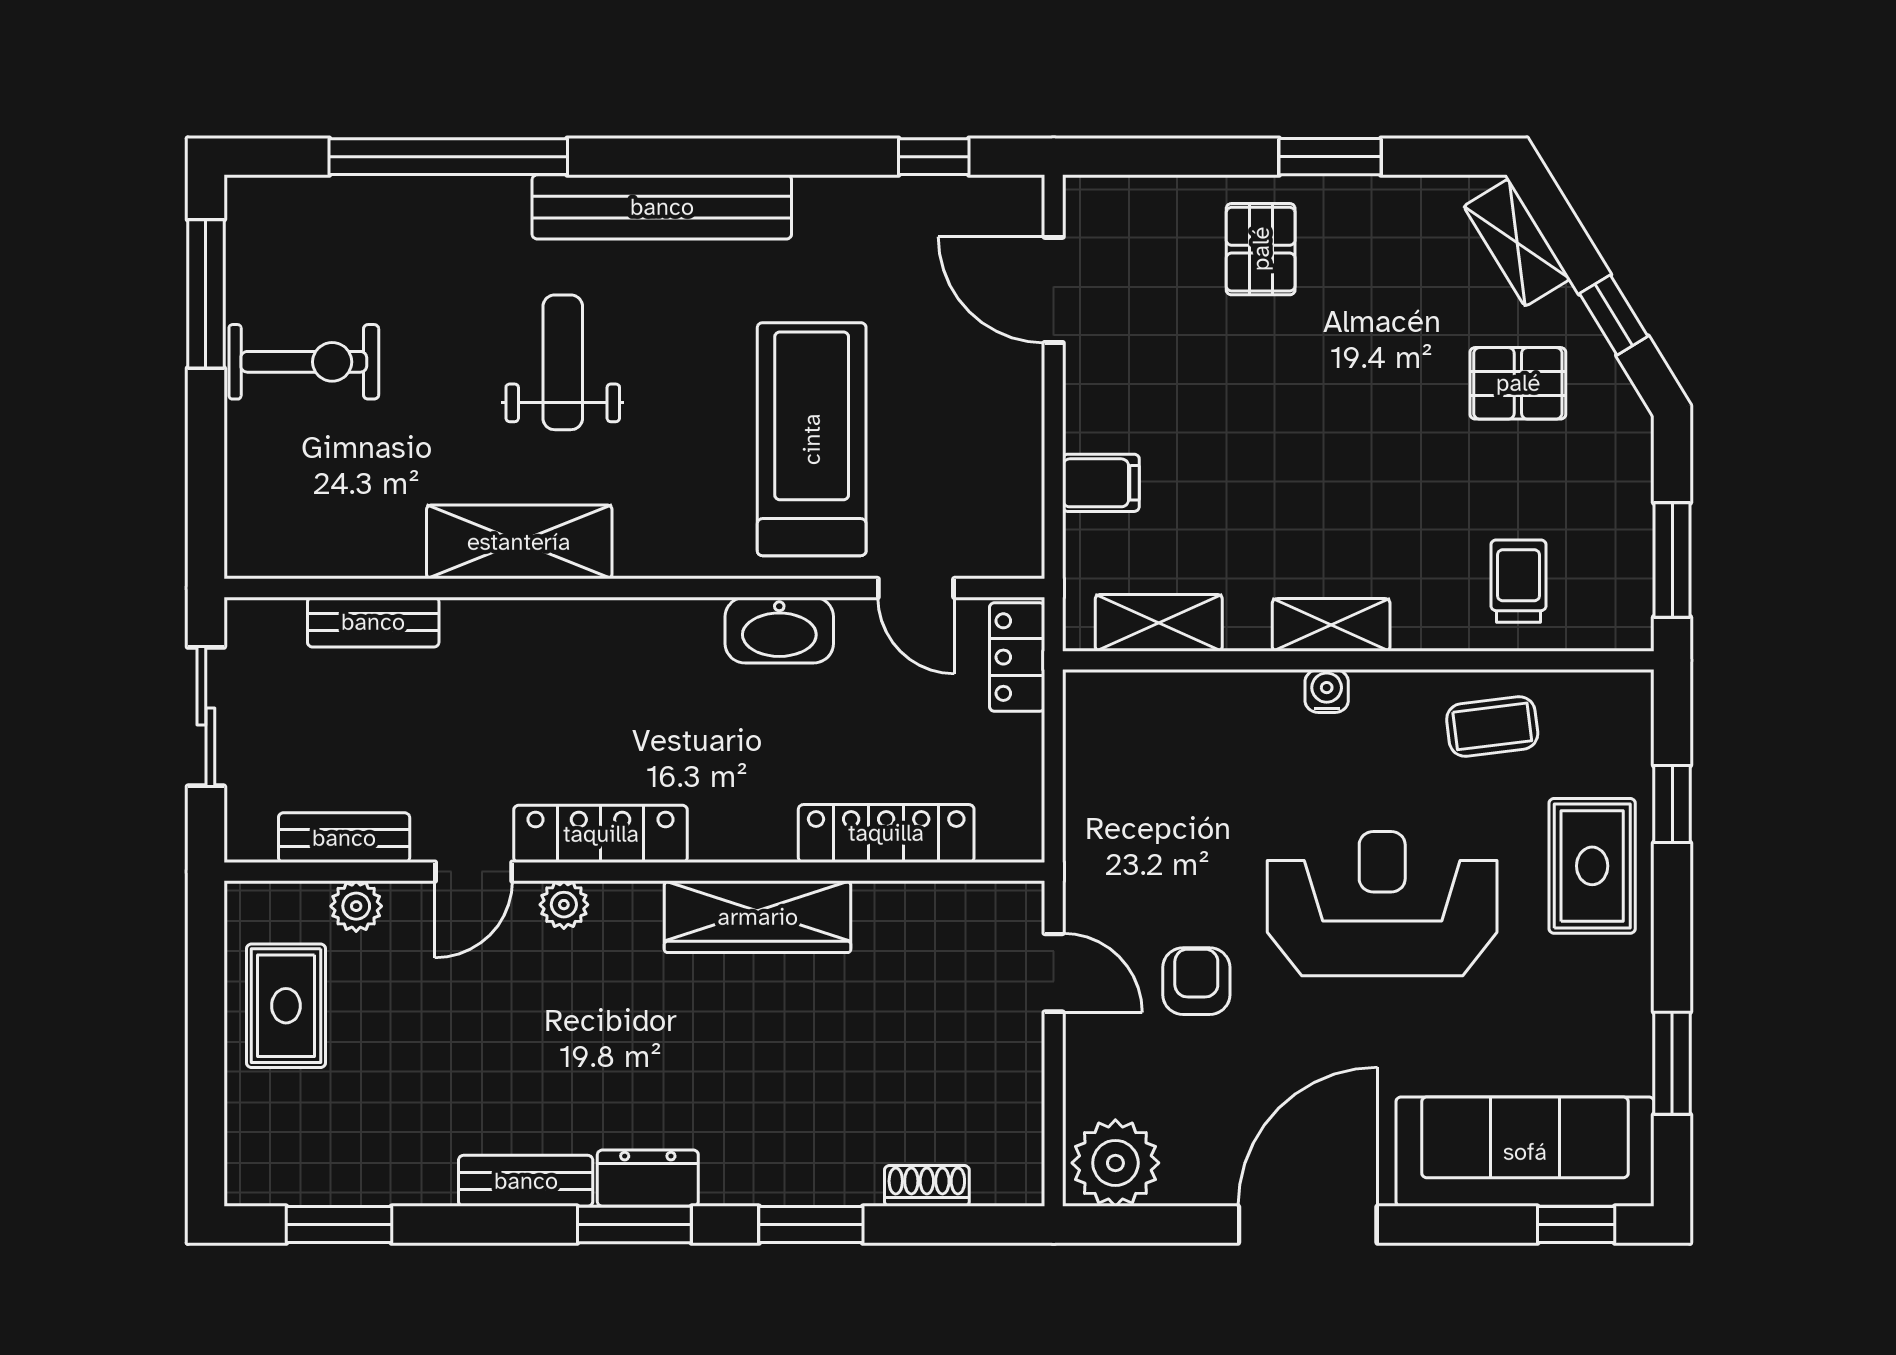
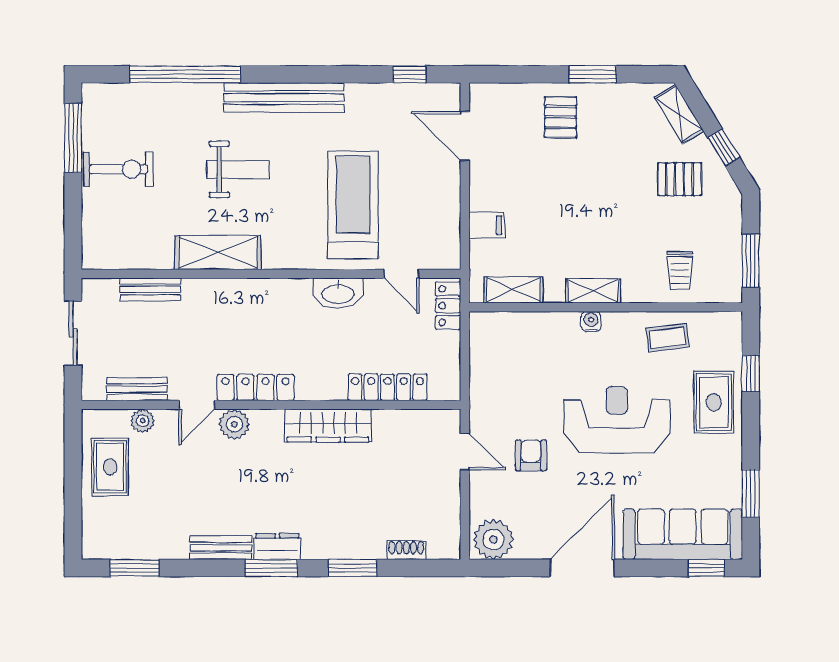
weight bench: (563, 362) -> (238, 169), turned 90
trolley: (1518, 581) -> (680, 271), turned 180
plant: (564, 905) -> (234, 424), width x1.38, depth x1.38

